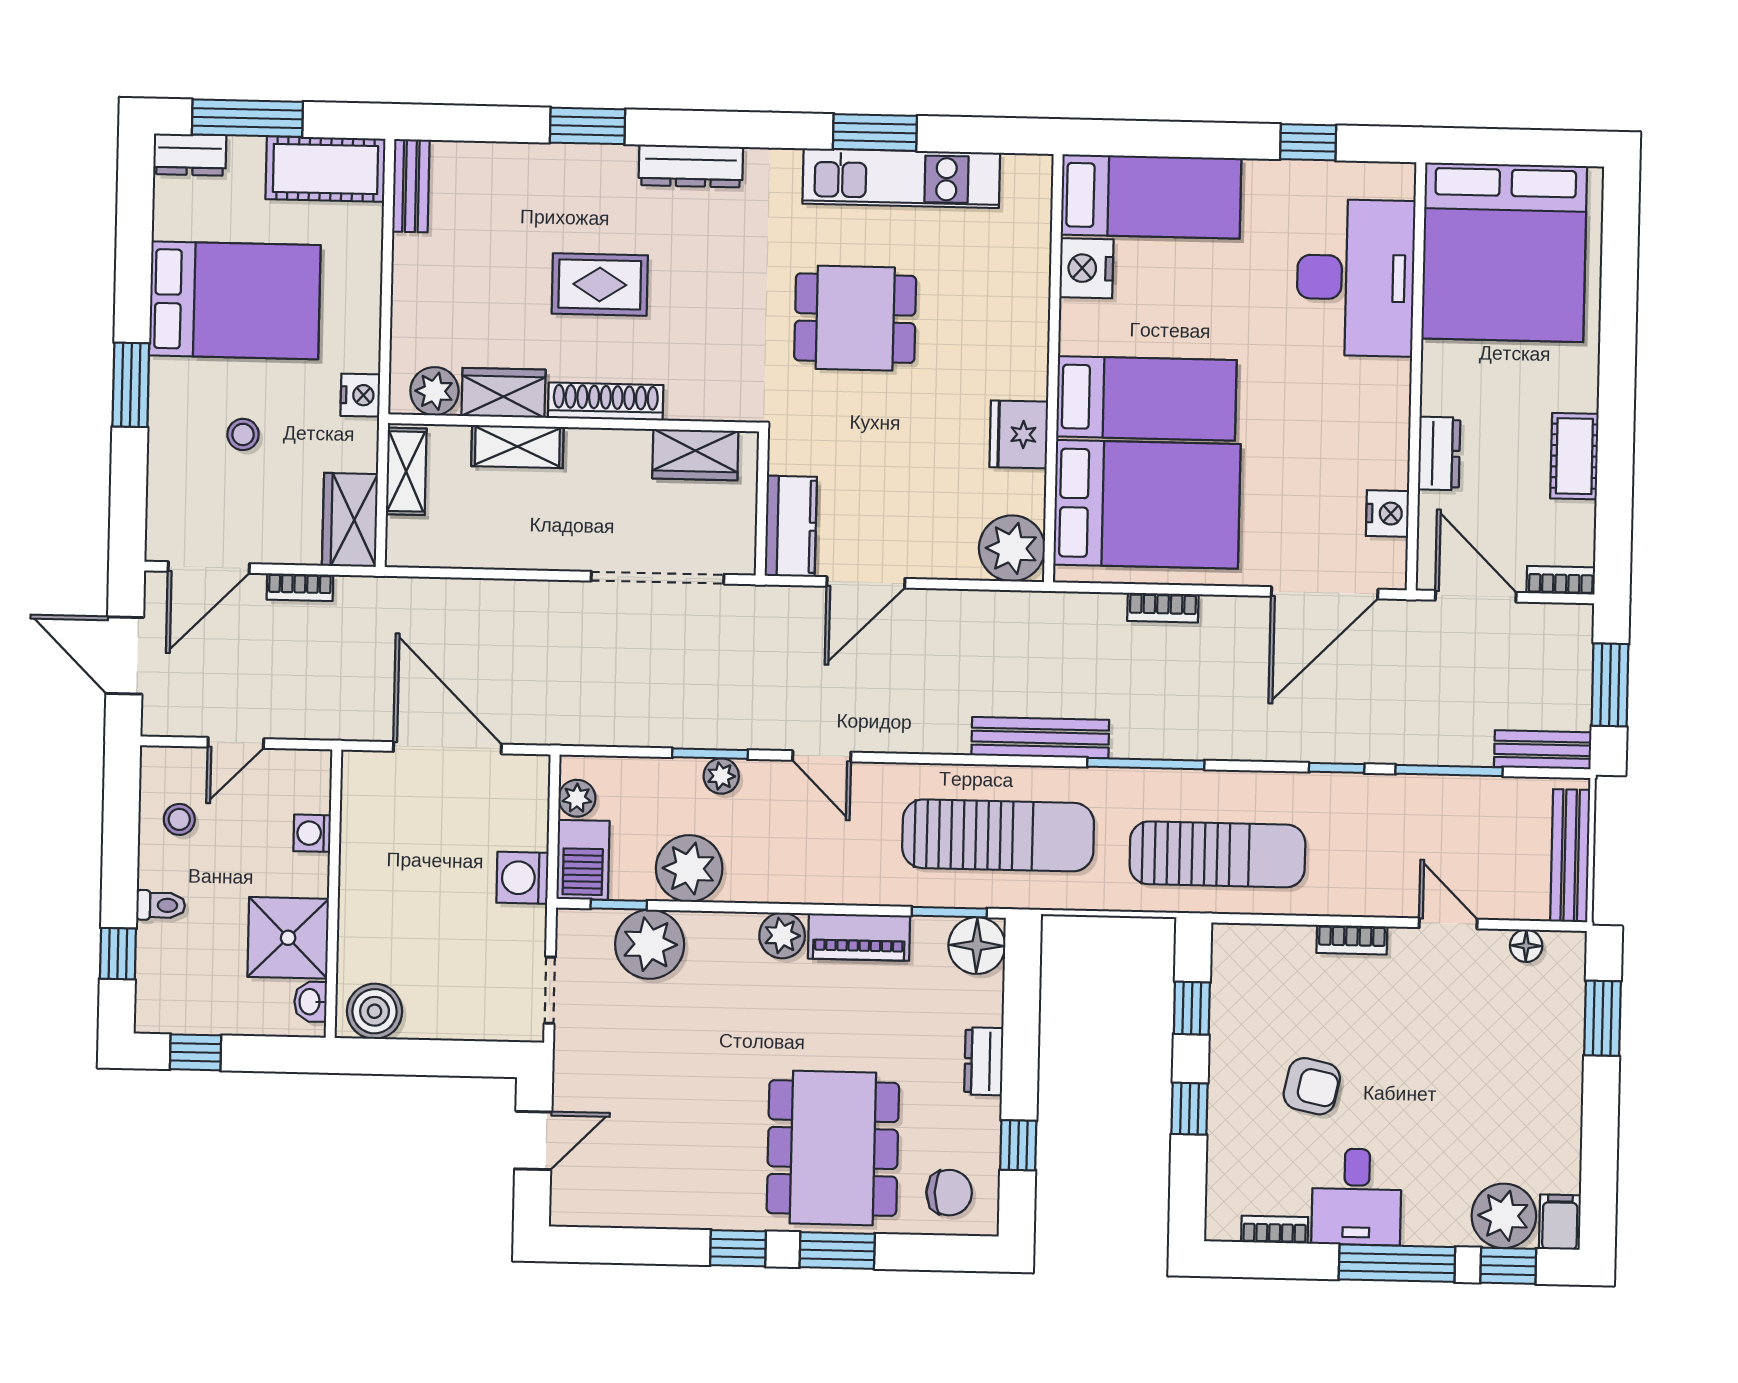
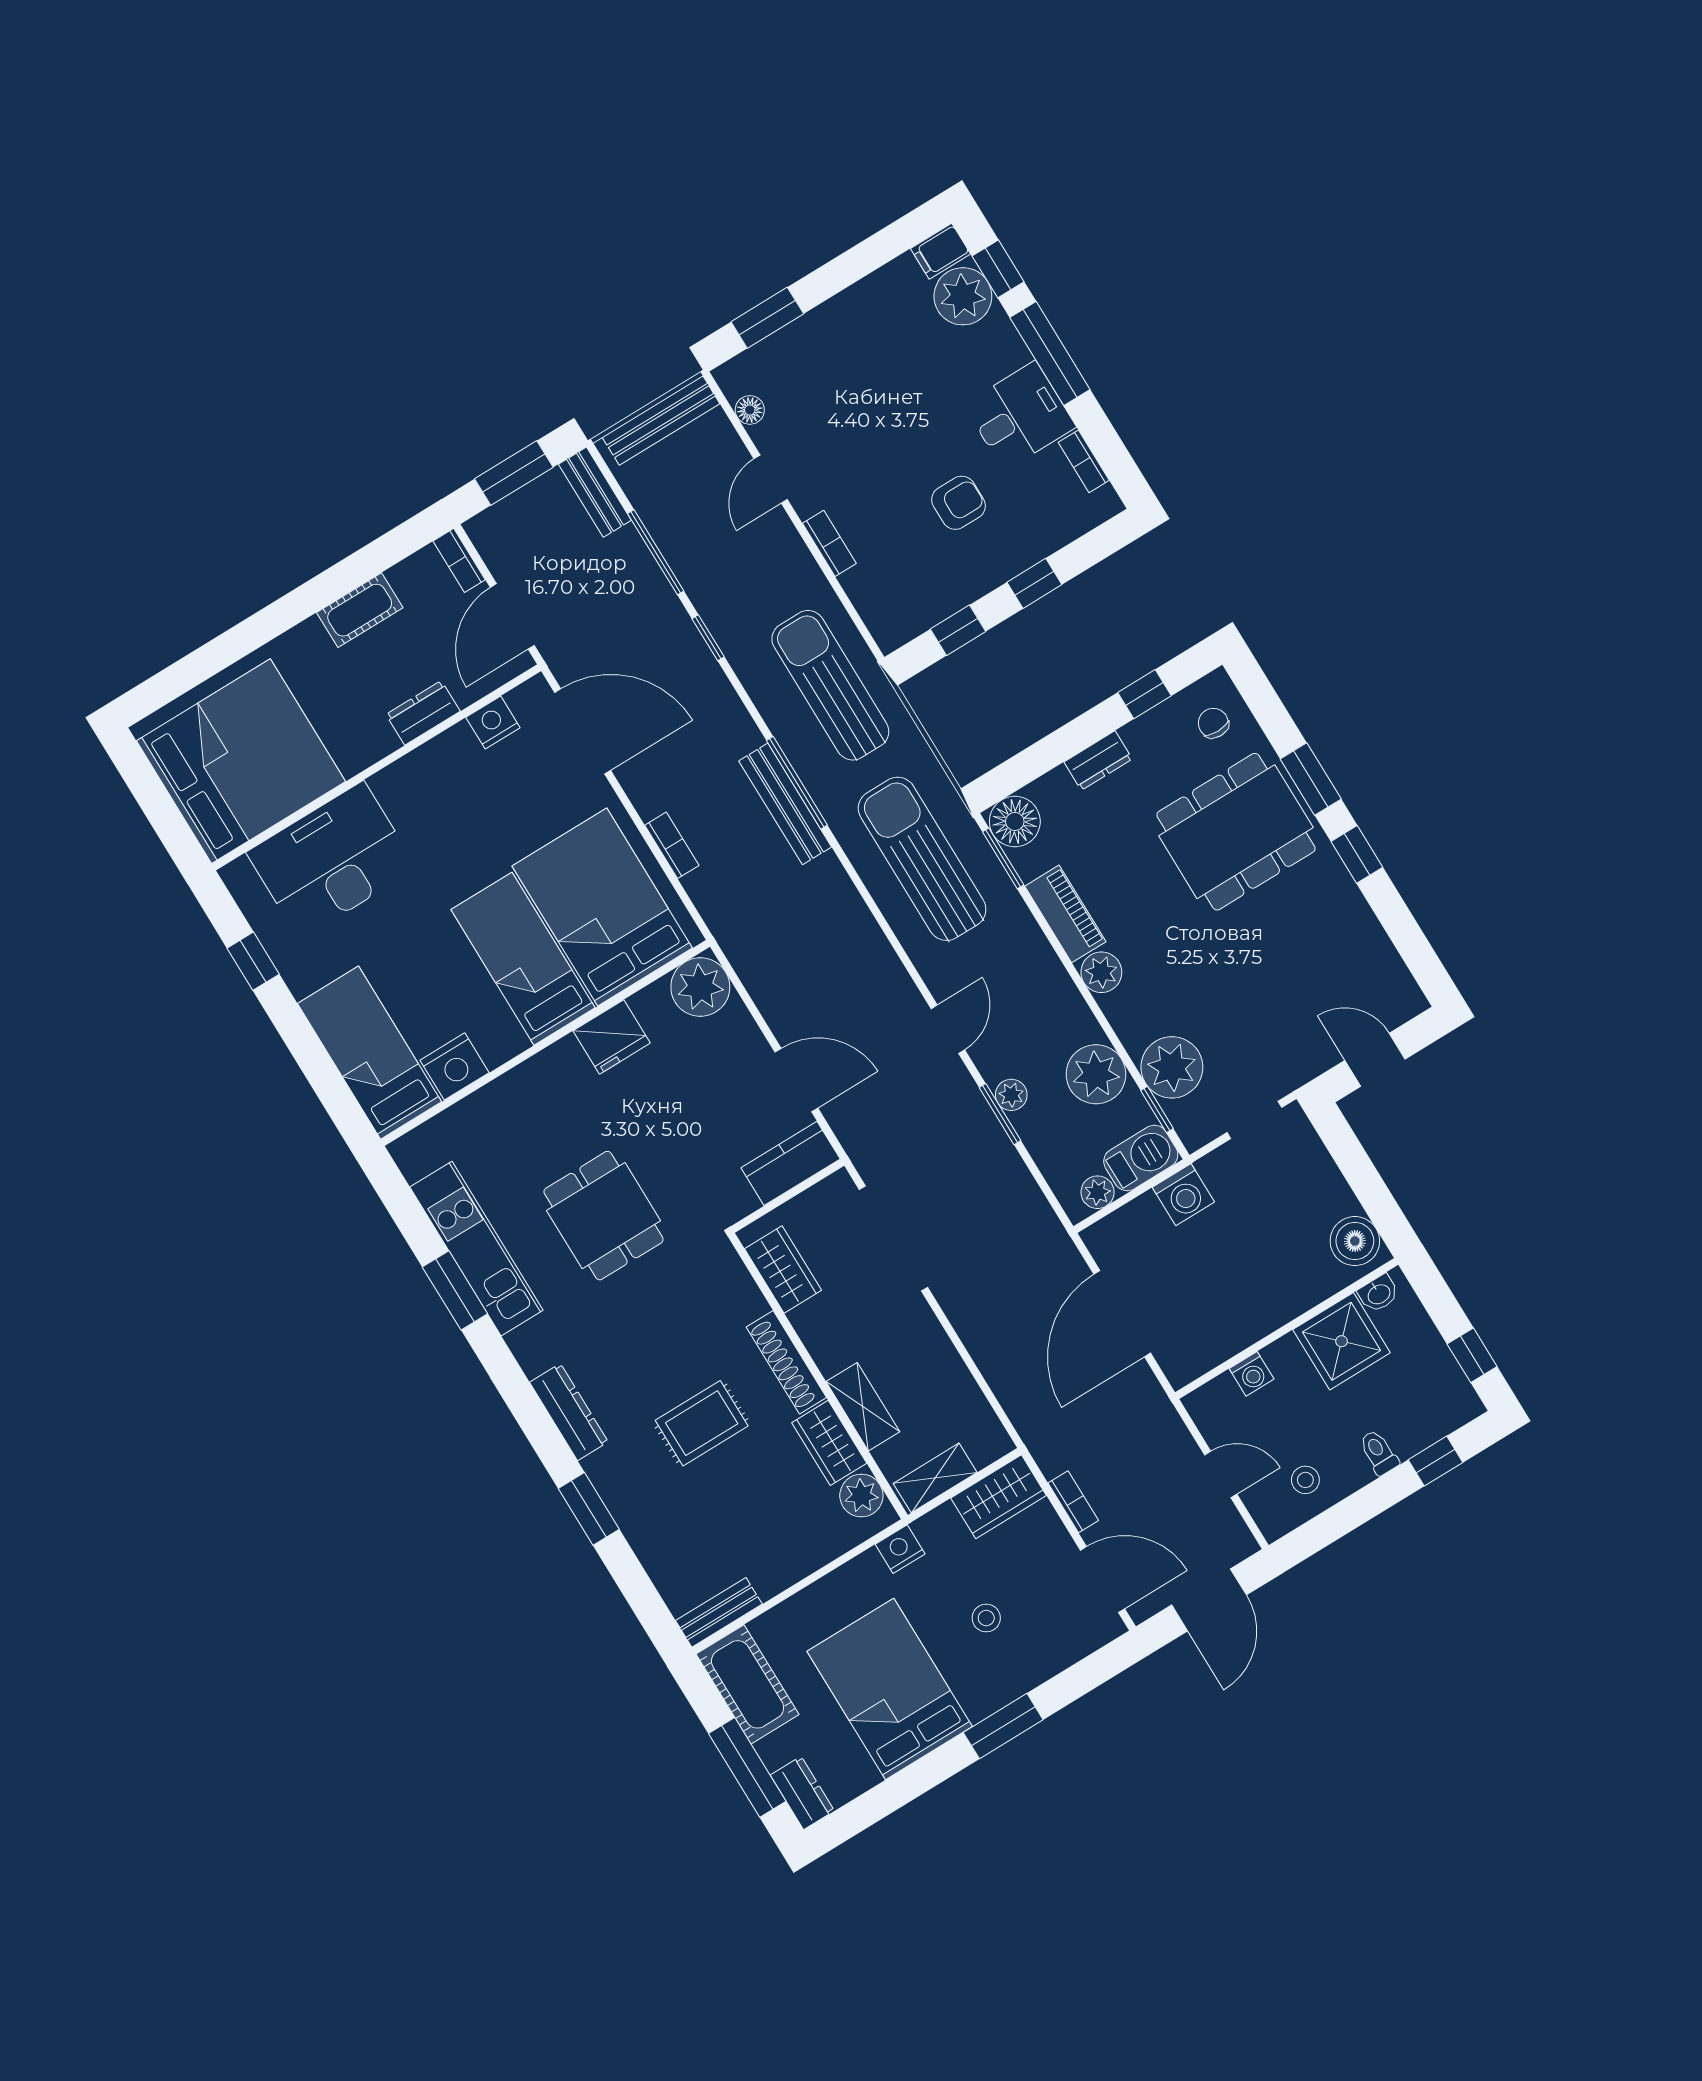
rug: (600, 284) -> (702, 1423), turned 90
bench: (1040, 738) -> (785, 804), moved
armchair: (1312, 1086) -> (958, 503), turned 78
chair: (949, 1193) -> (1213, 723), width x0.73, depth x0.73

